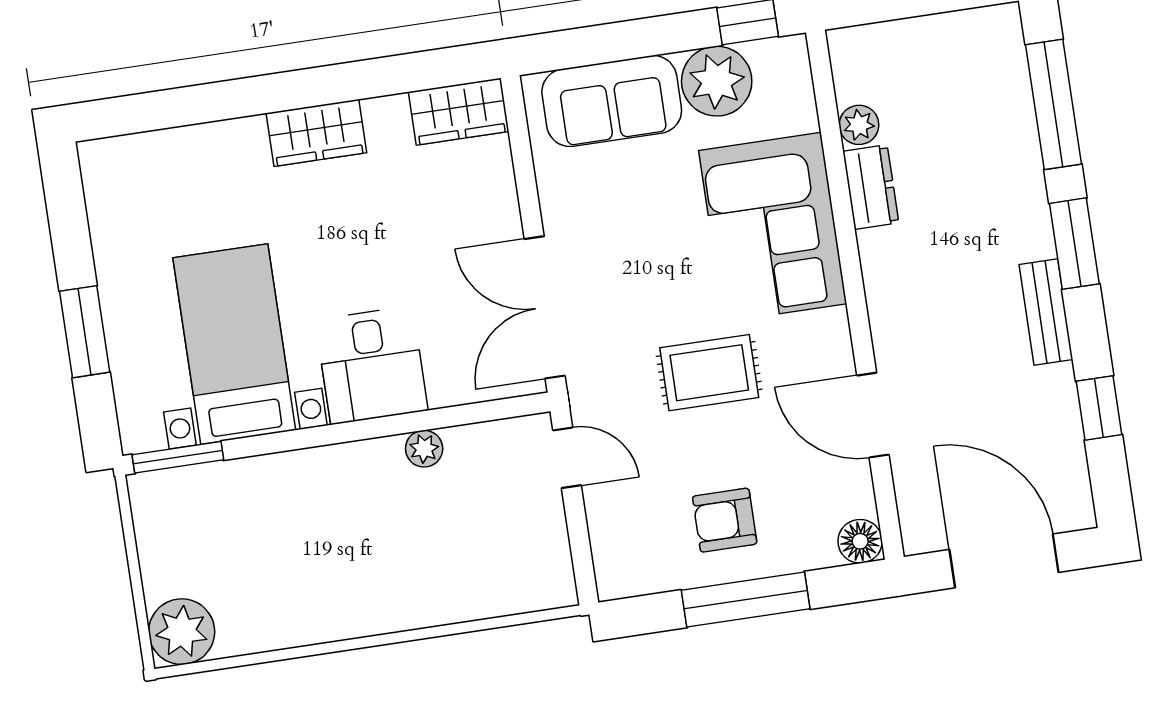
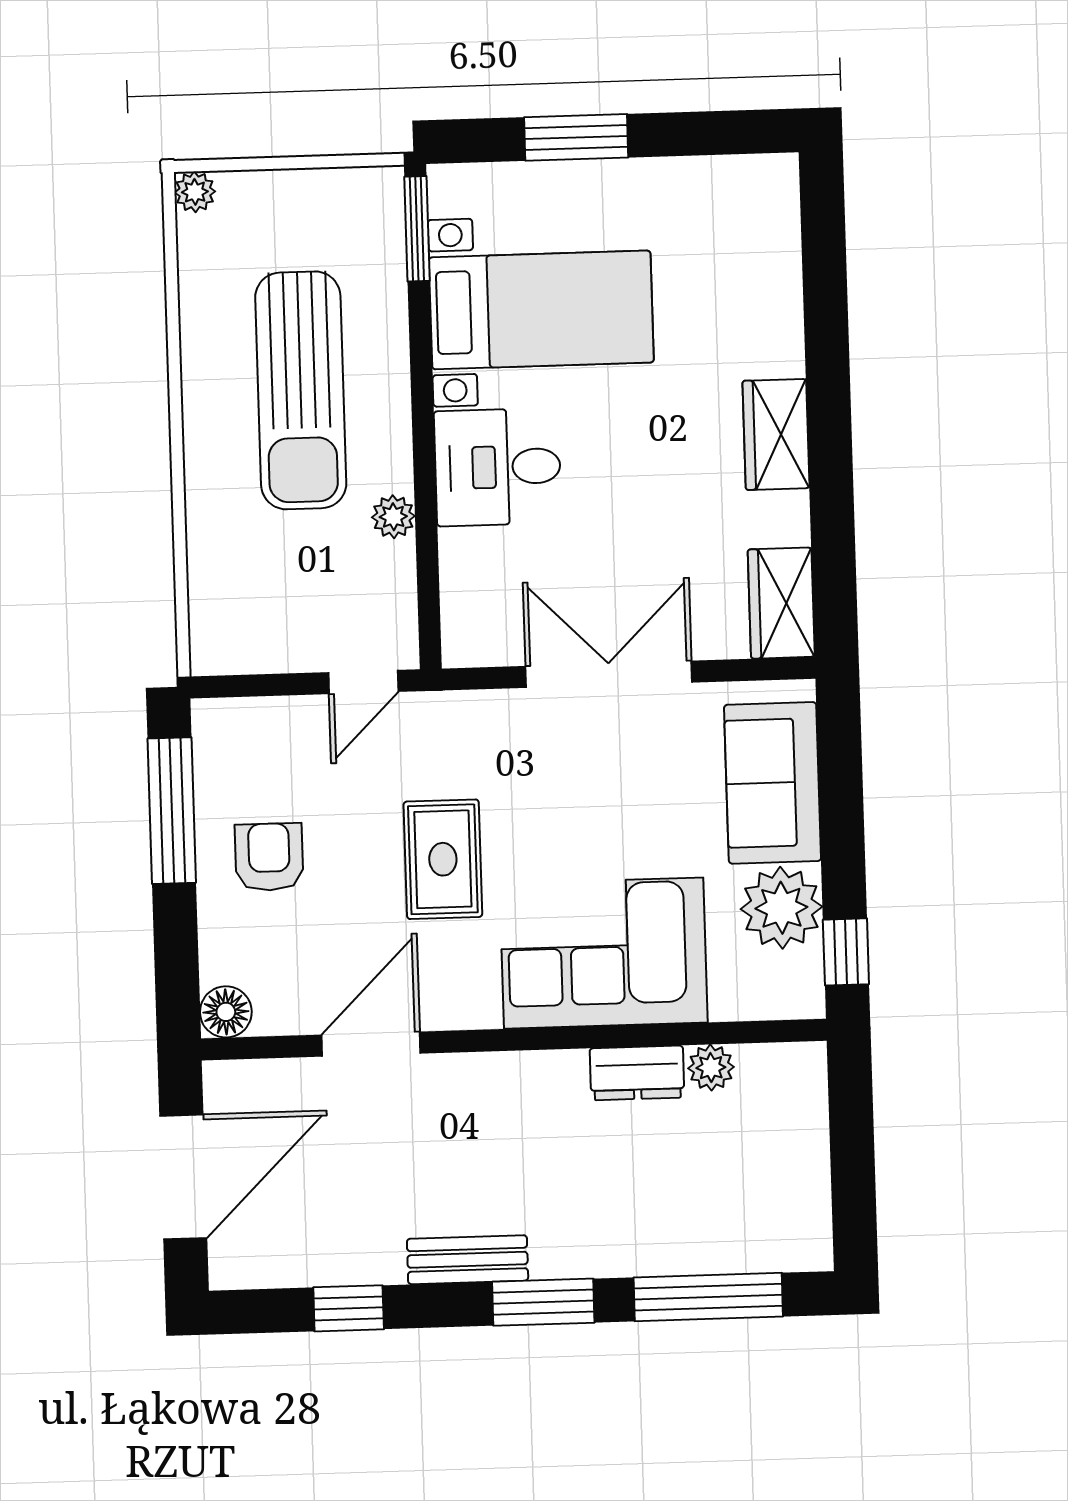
double door: (545, 307) -> (609, 674), moved
sun lounger: (326, 540) -> (301, 390), added
window: (746, 600) -> (172, 811), moved
plant: (182, 632) -> (195, 192), width x0.53, depth x0.53

